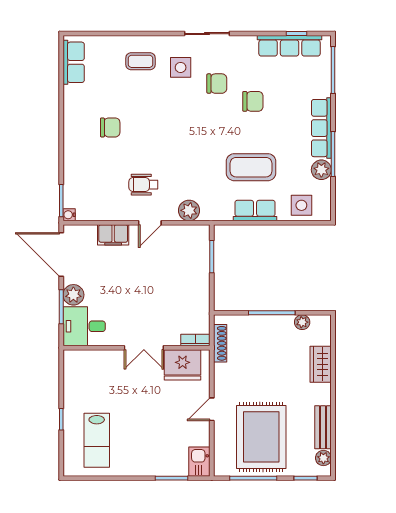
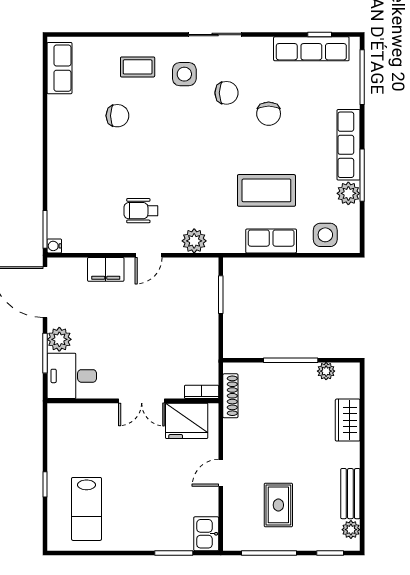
chair: (253, 101) -> (269, 114), turned 90
chair: (110, 127) -> (117, 116), moved
rug: (261, 437) -> (278, 505), width x0.54, depth x0.49

